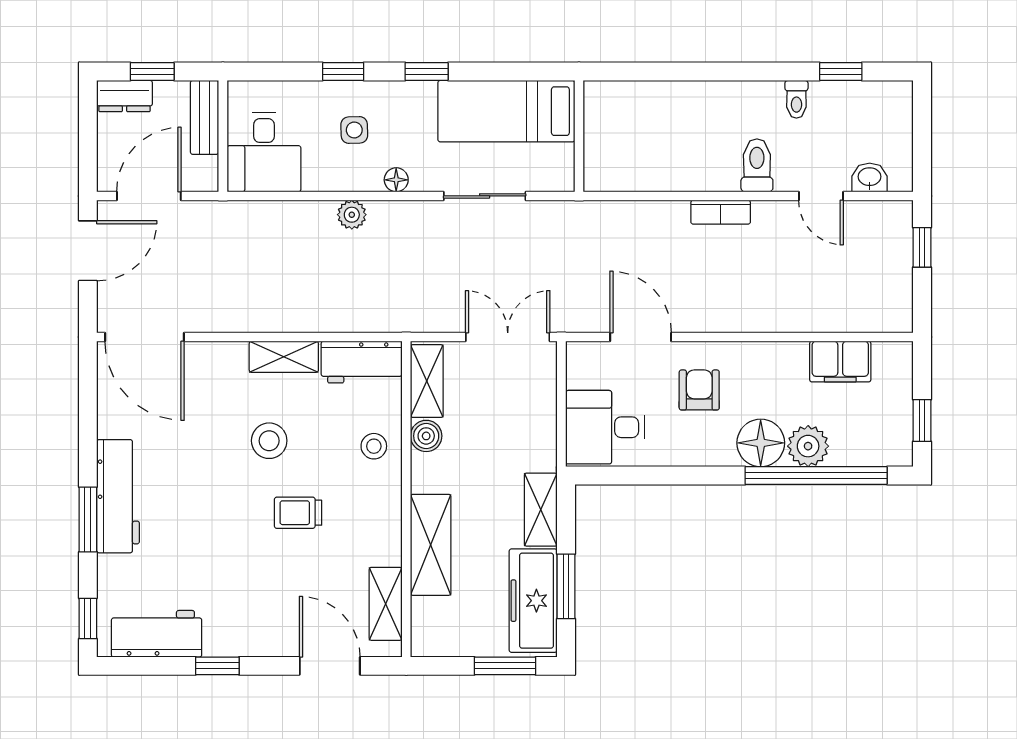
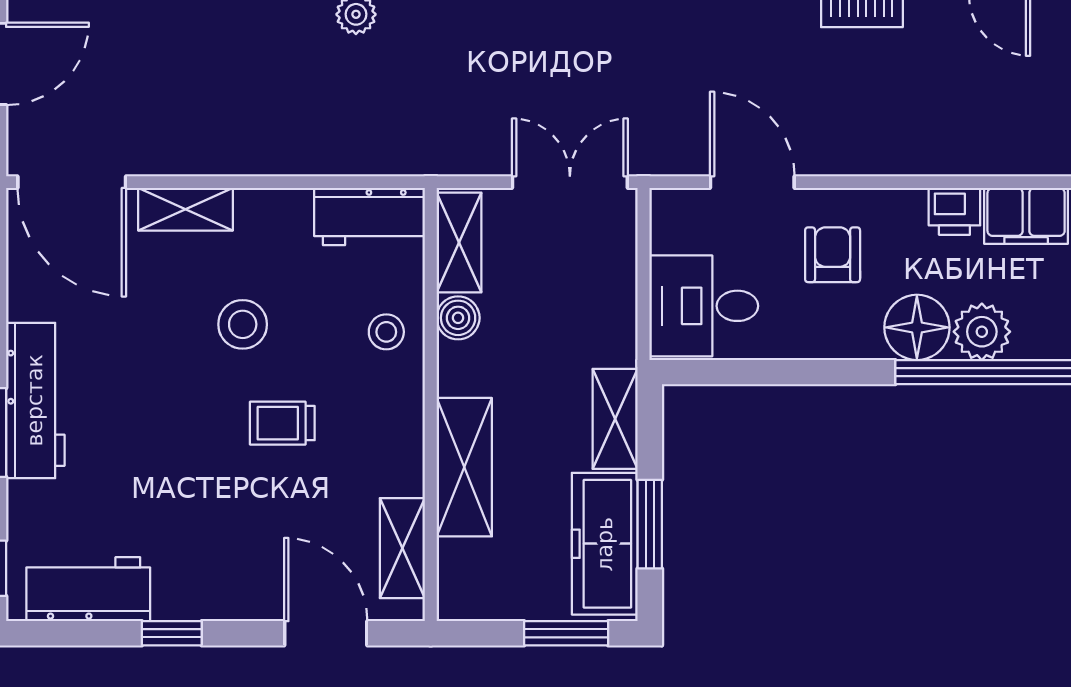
shelving: (284, 357) -> (186, 209), moved
printer: (788, 358) -> (954, 211), added

